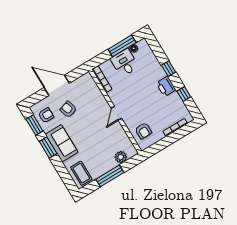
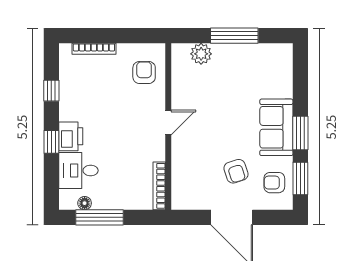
desk: (124, 63) -> (78, 170), moved, turned 90
printer: (166, 86) -> (71, 136), moved
coffee table: (81, 173) -> (274, 65), removed

